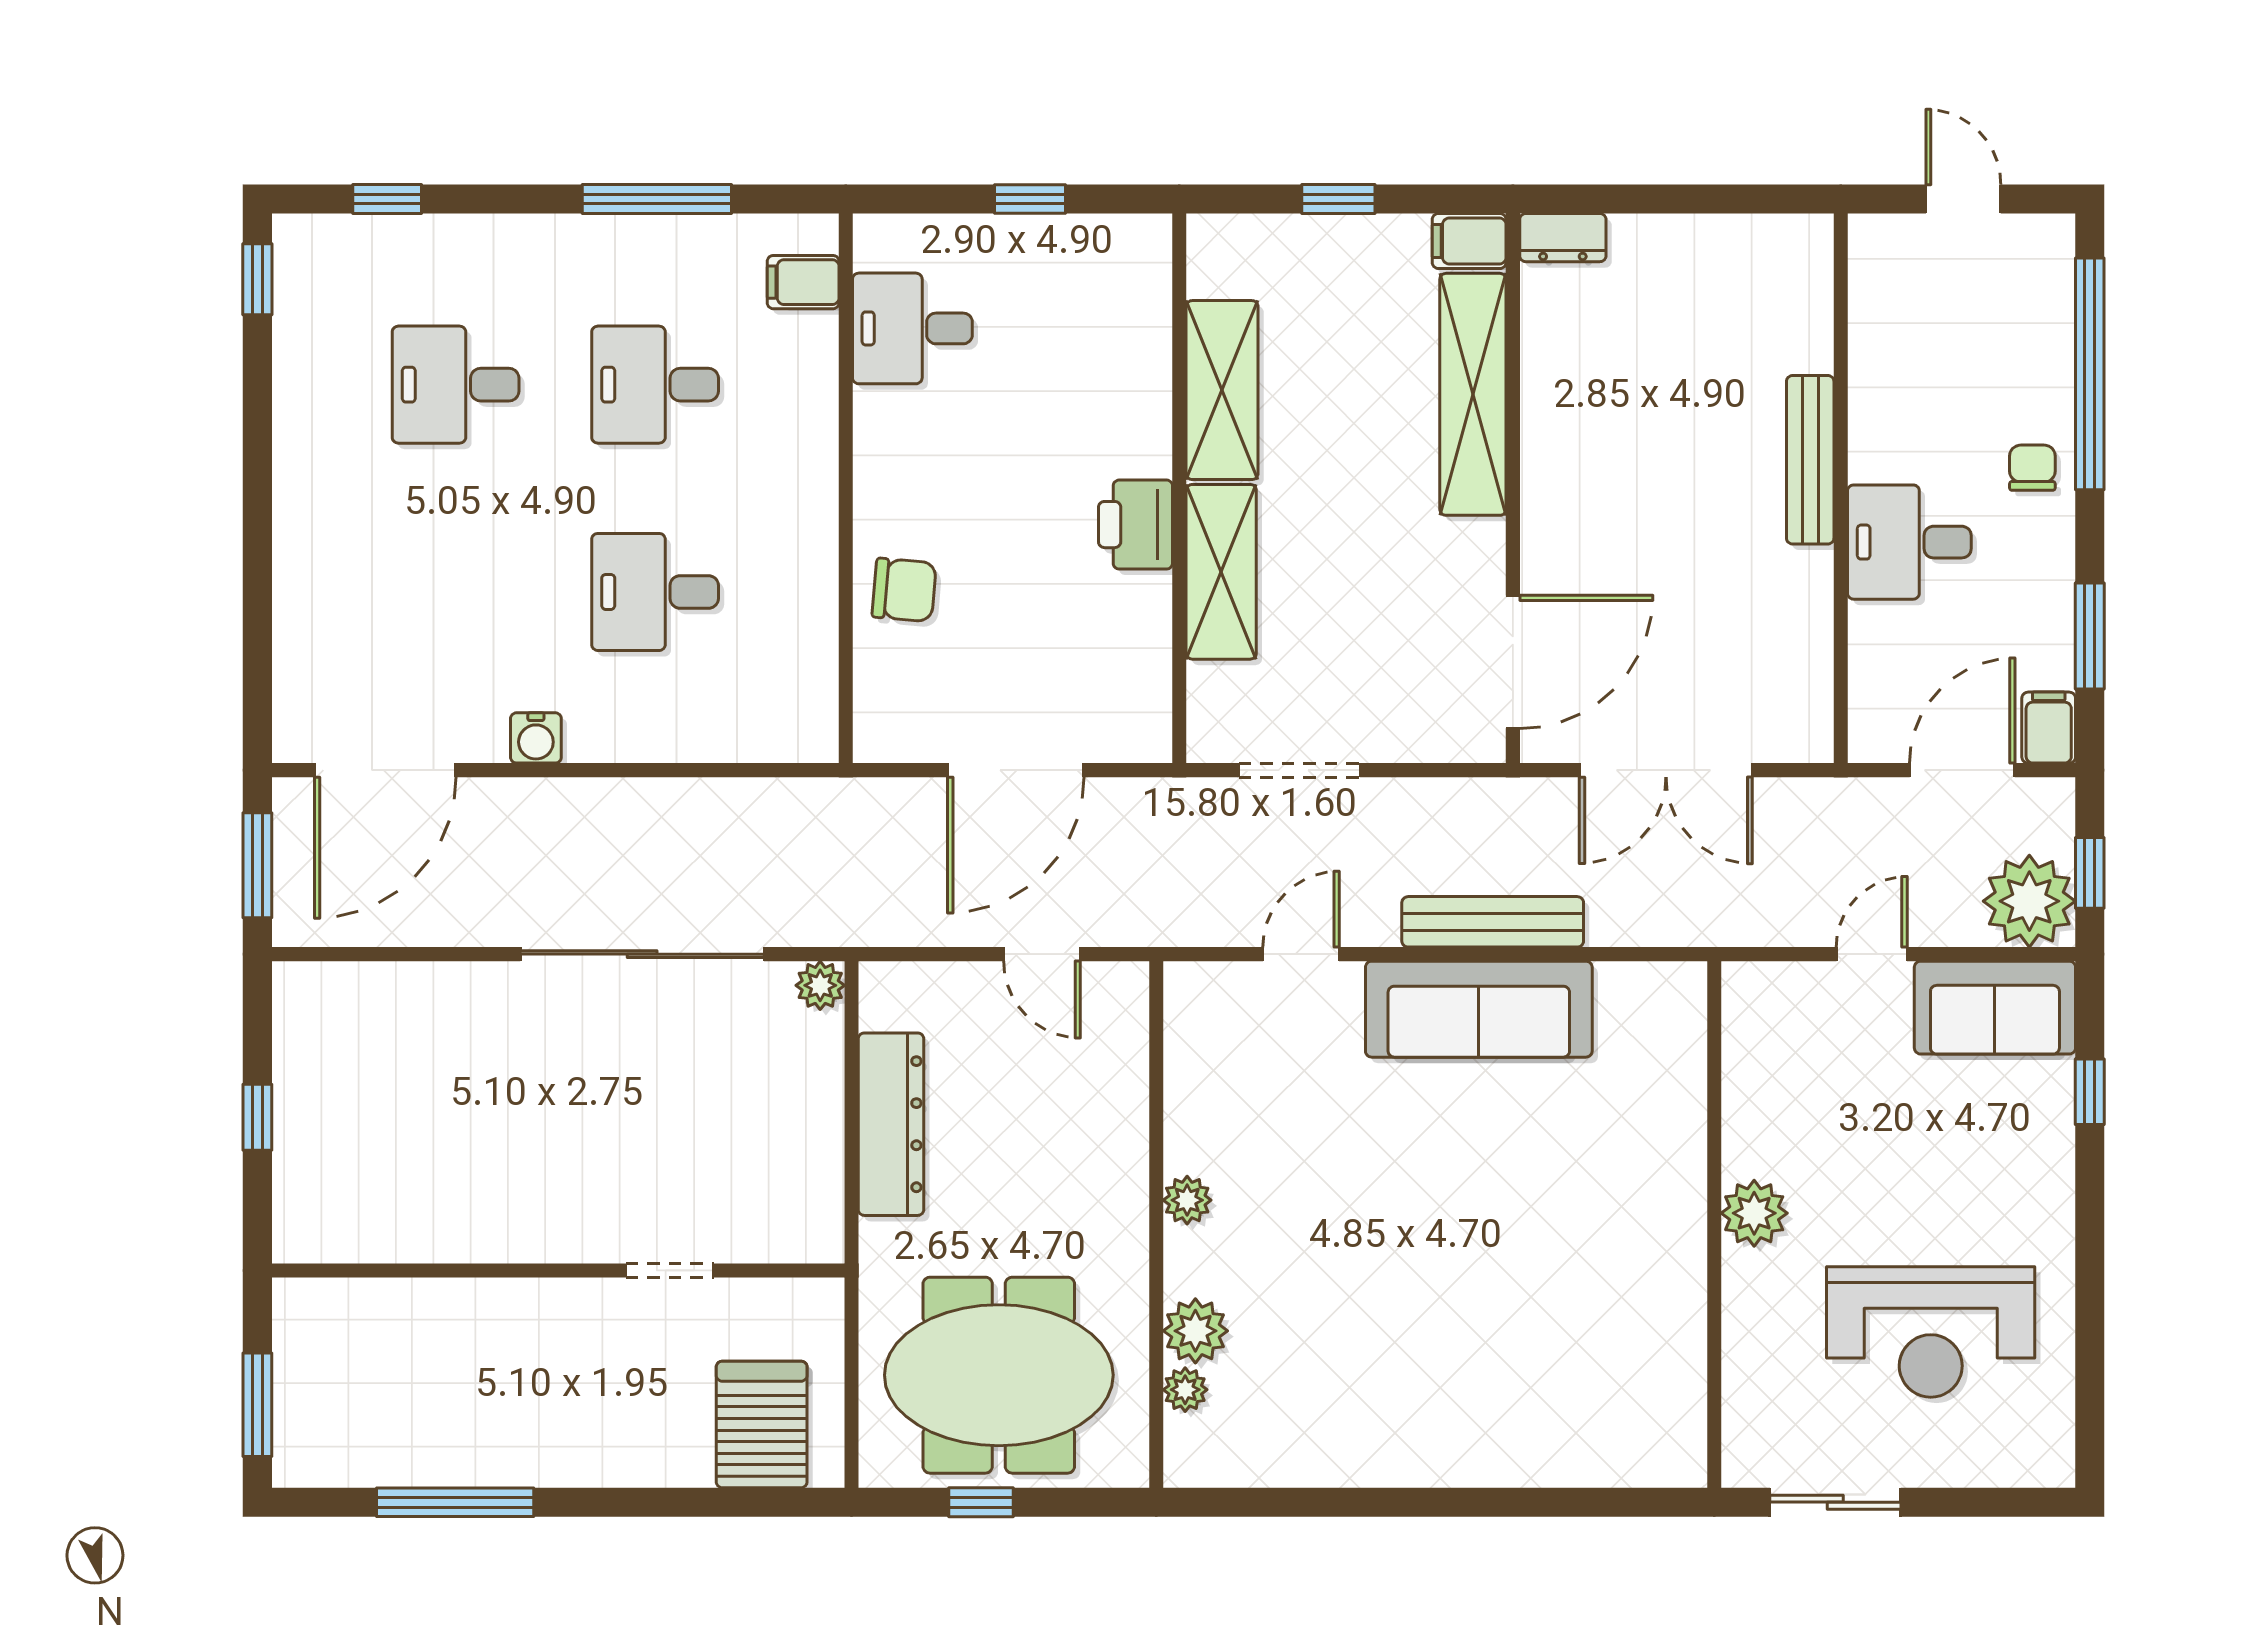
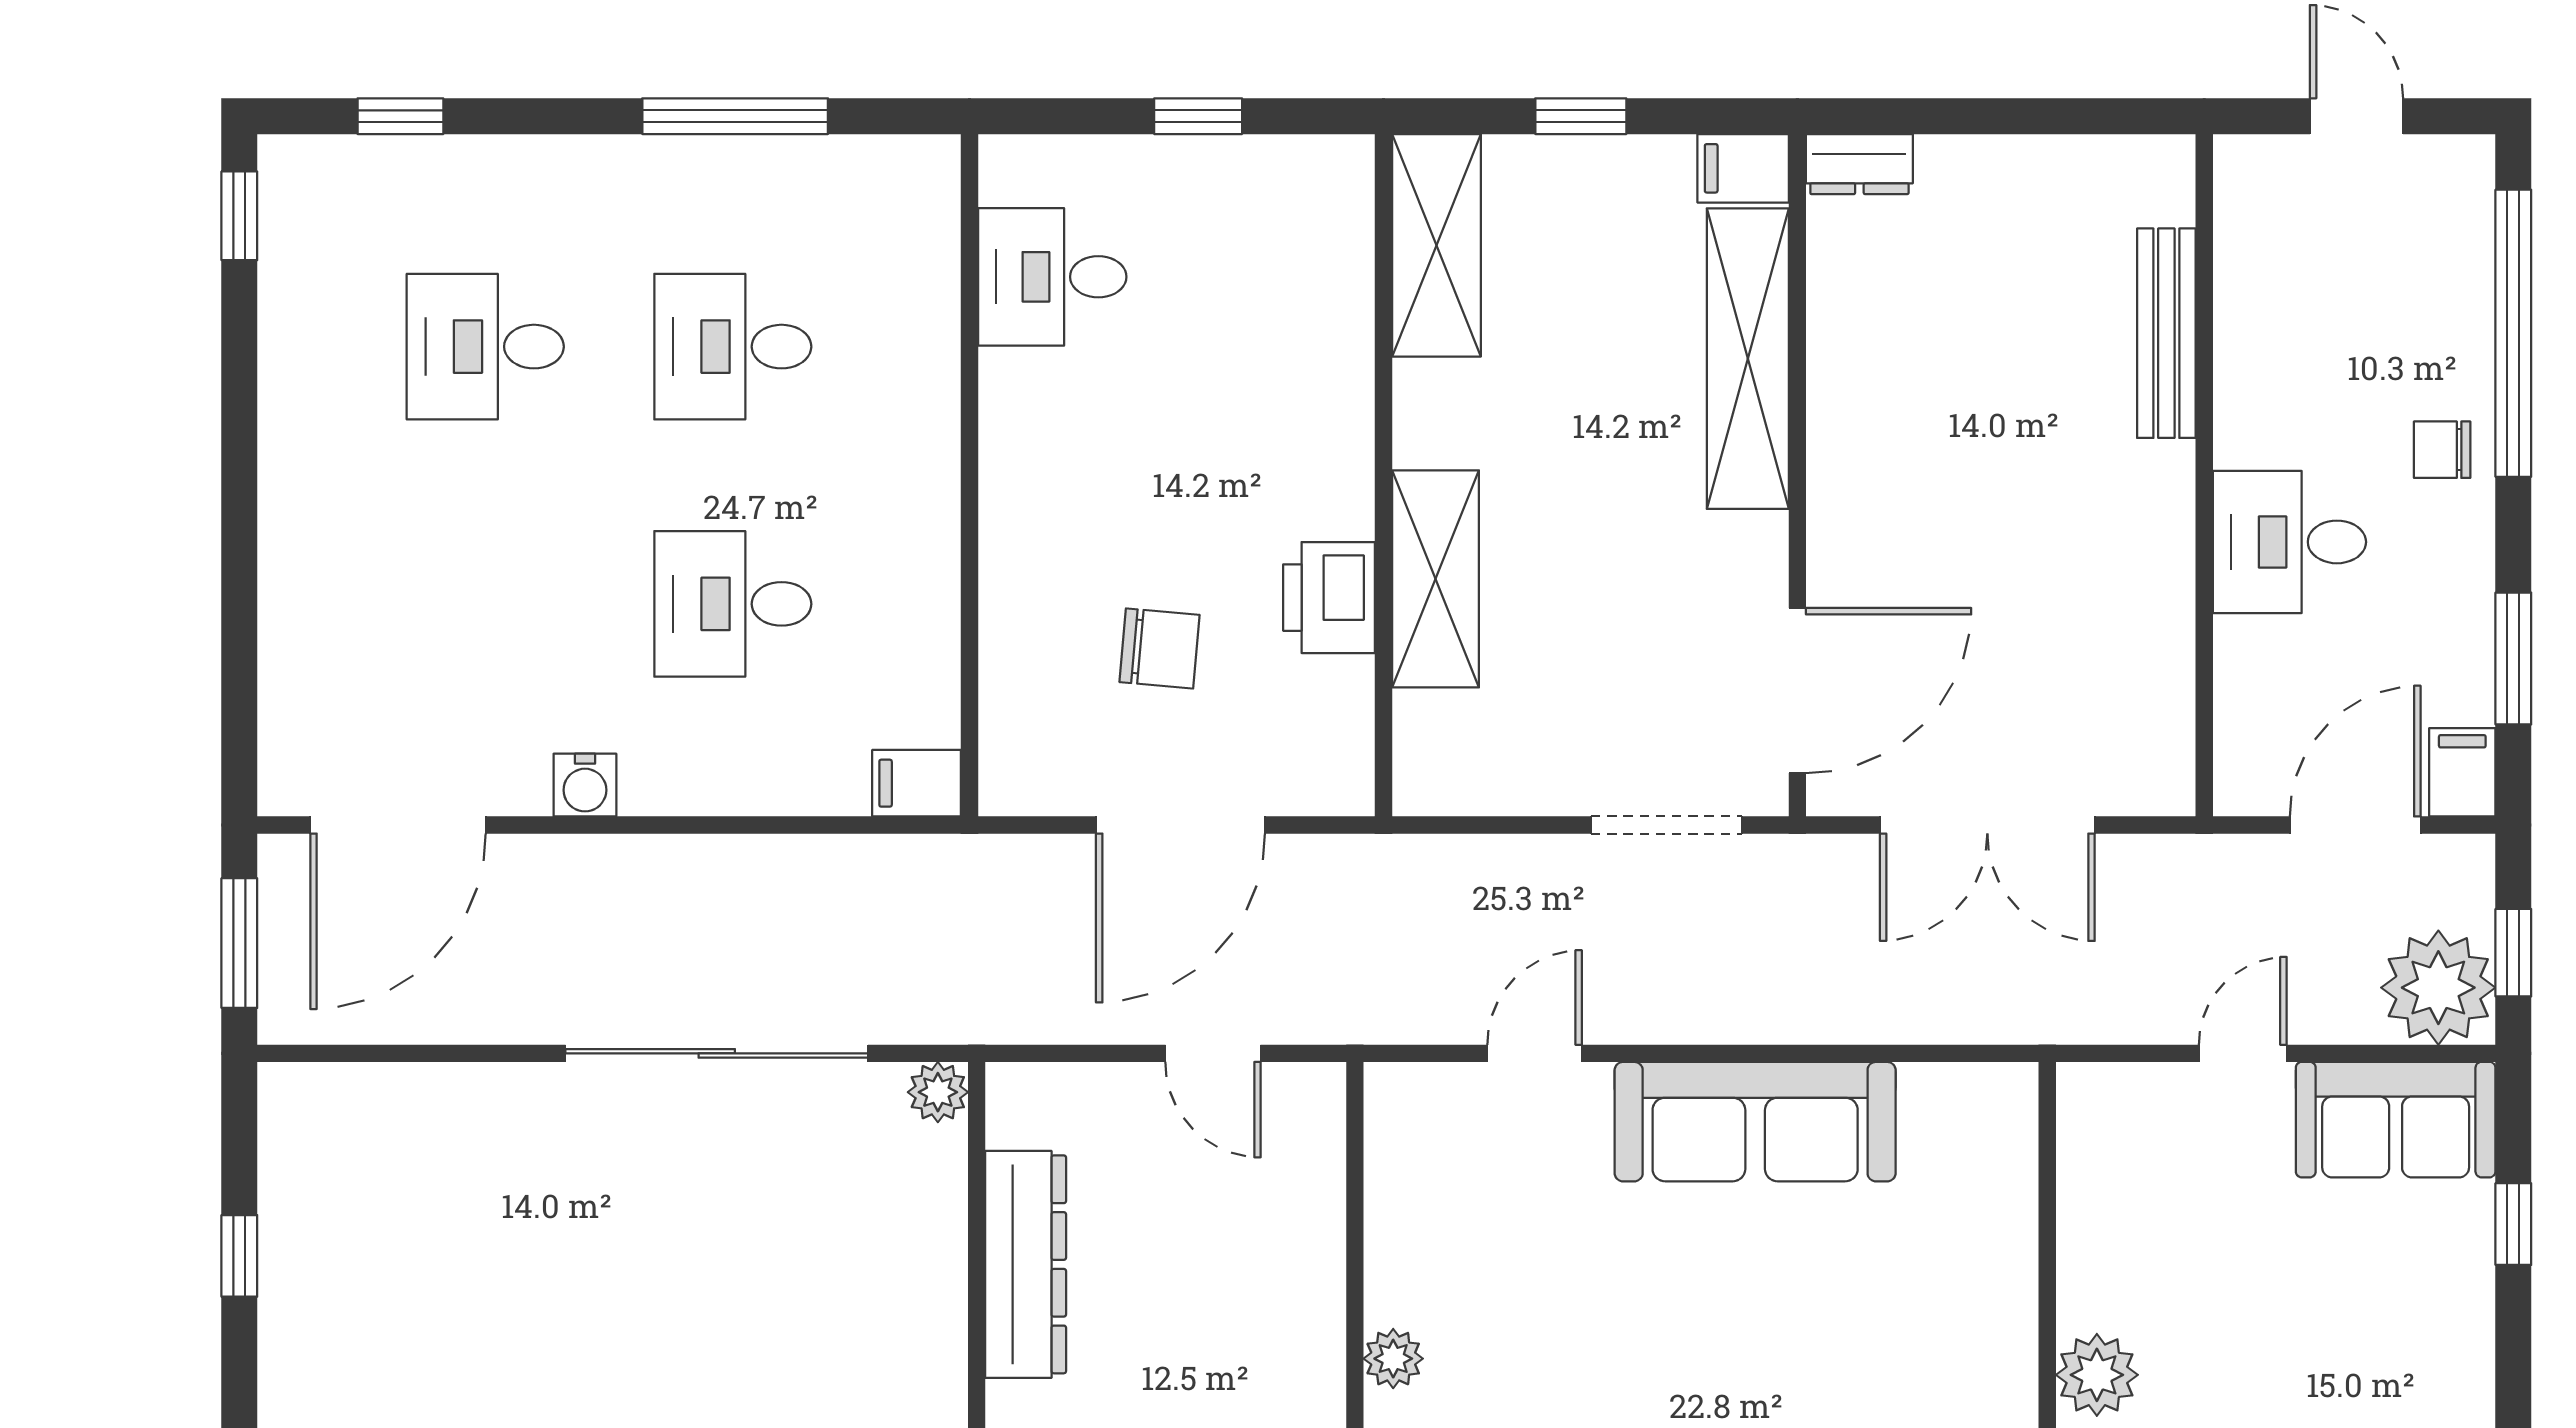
filing cabinet: (803, 282) -> (917, 783), moved
shelving: (1222, 390) -> (1436, 245), moved
bench: (1810, 460) -> (2166, 333), moved
chair: (2032, 468) -> (2442, 450), turned -90
printer: (1135, 525) -> (1329, 598), moved
chair: (904, 590) -> (1160, 648), moved
doorway: (1299, 770) -> (1666, 825), moved
bench: (1493, 922) -> (1772, 1013), removed

